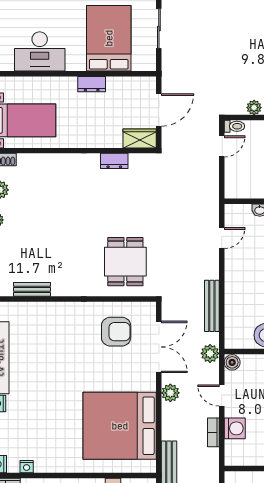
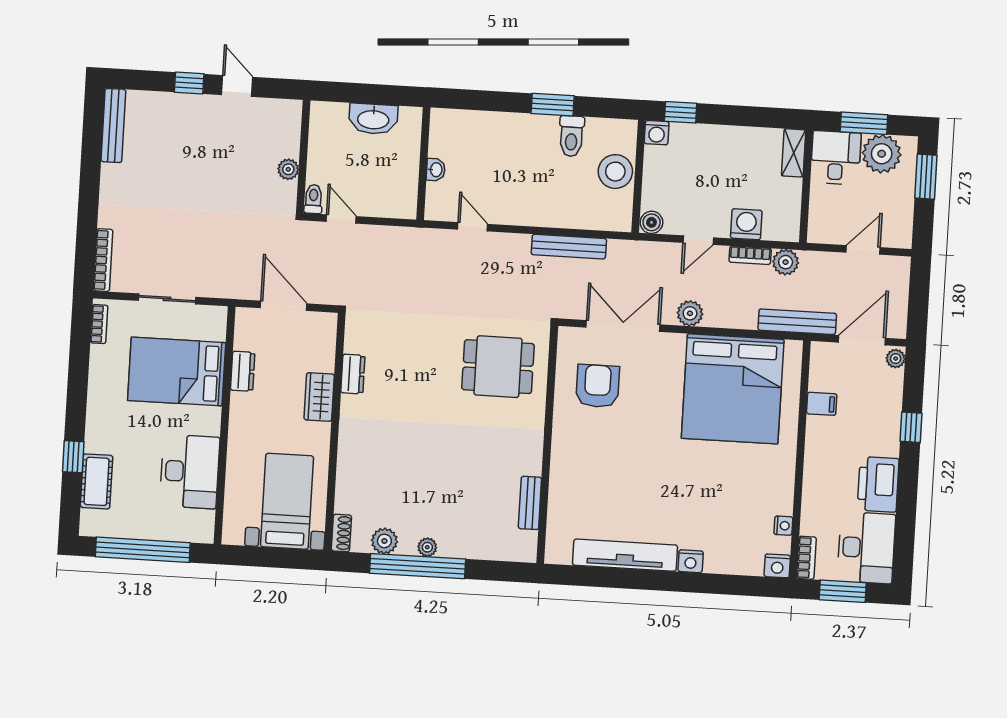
dresser: (92, 84) -> (243, 371), moved
wardrobe: (140, 138) -> (319, 397), moved
plant: (210, 353) -> (786, 262), moved

